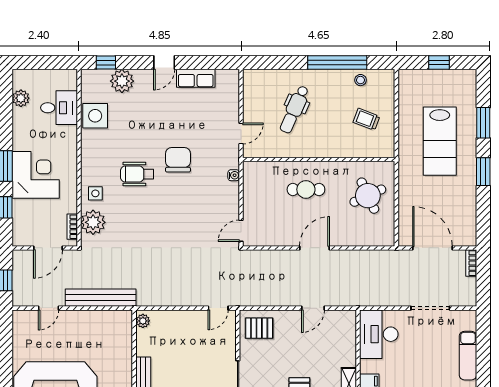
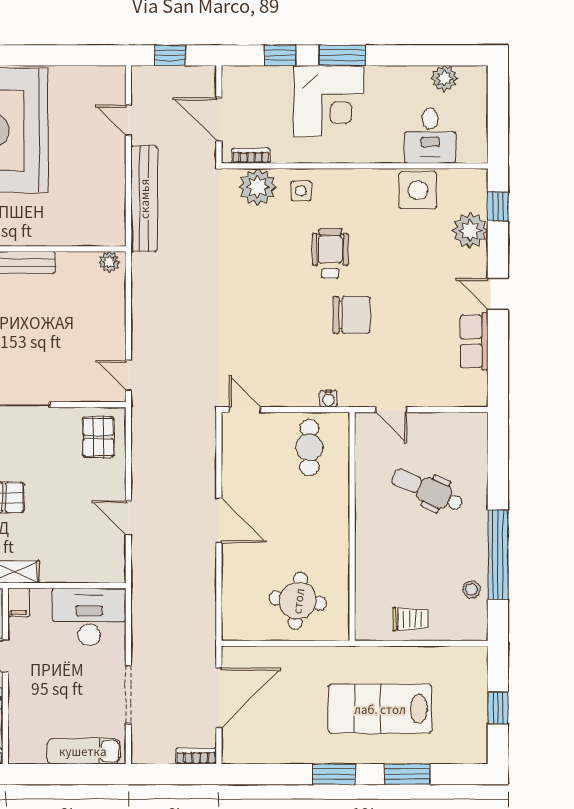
trolley: (366, 119) -> (410, 619), moved, turned 69
cafe table: (306, 189) -> (309, 447), moved
round table: (368, 196) -> (298, 601), turned 32
exam couch: (468, 356) -> (83, 751), moved

